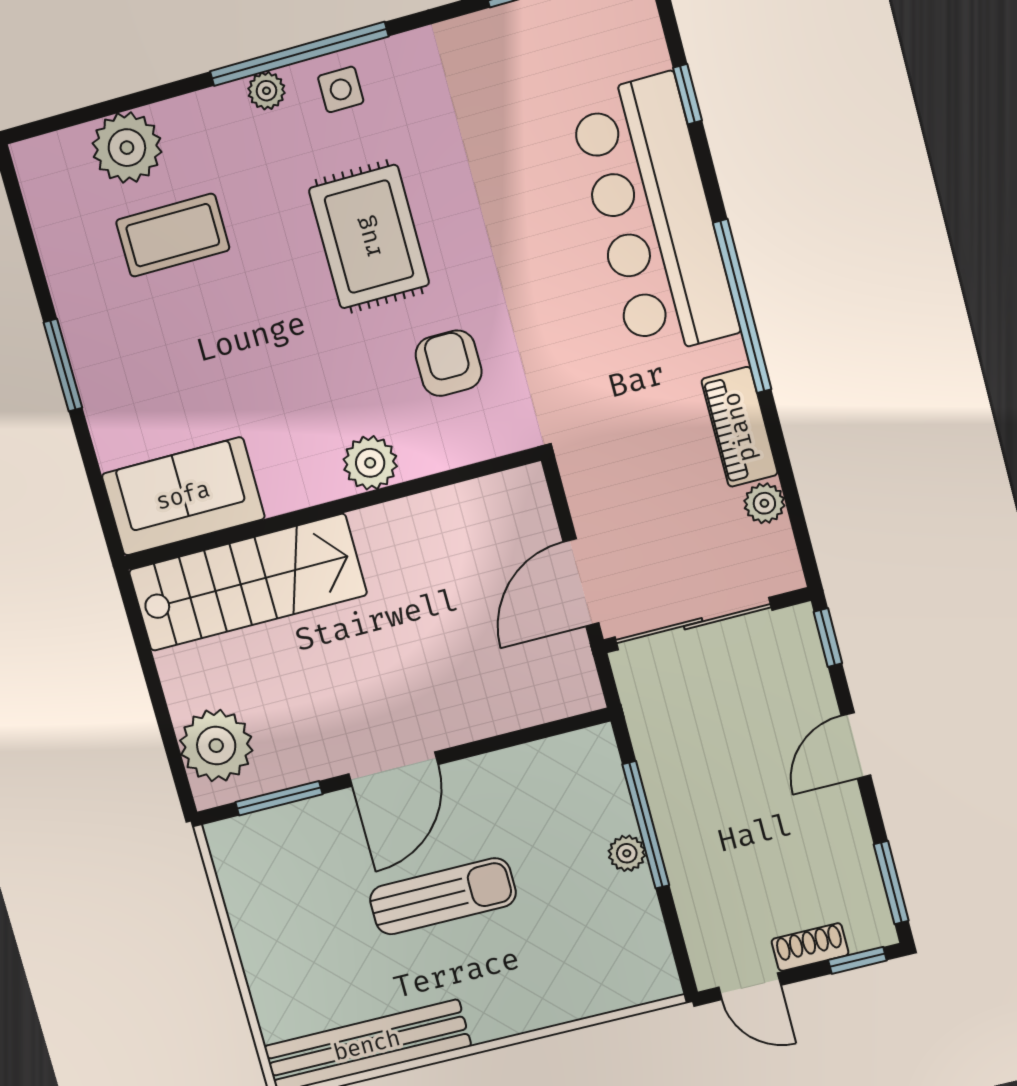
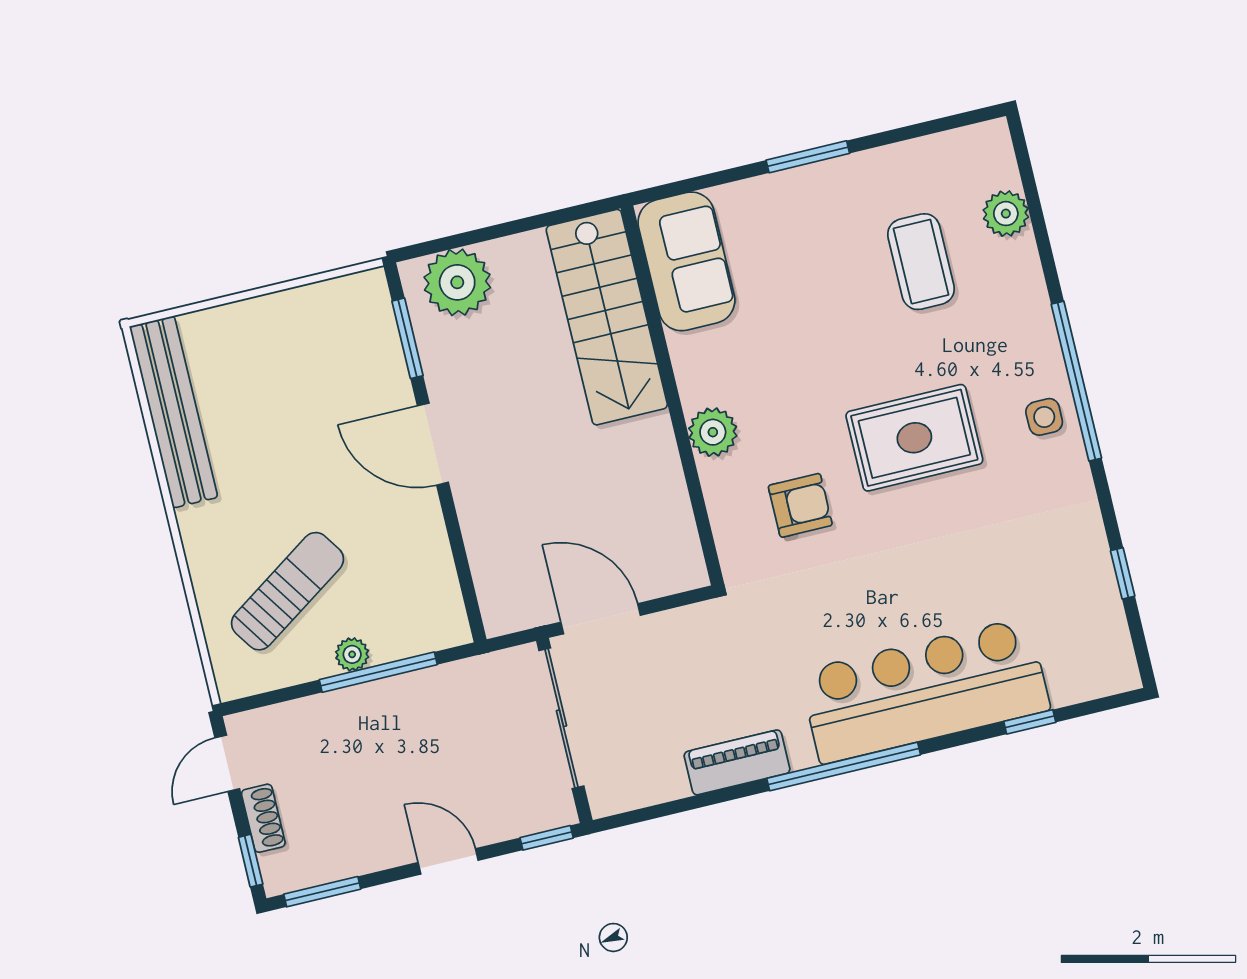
plant: (266, 91) -> (1045, 351), removed
plant: (127, 148) -> (1006, 214), width x0.73, depth x0.73
plant: (764, 503) -> (668, 783), removed
sun lounger: (443, 896) -> (288, 591), moved, turned -124

